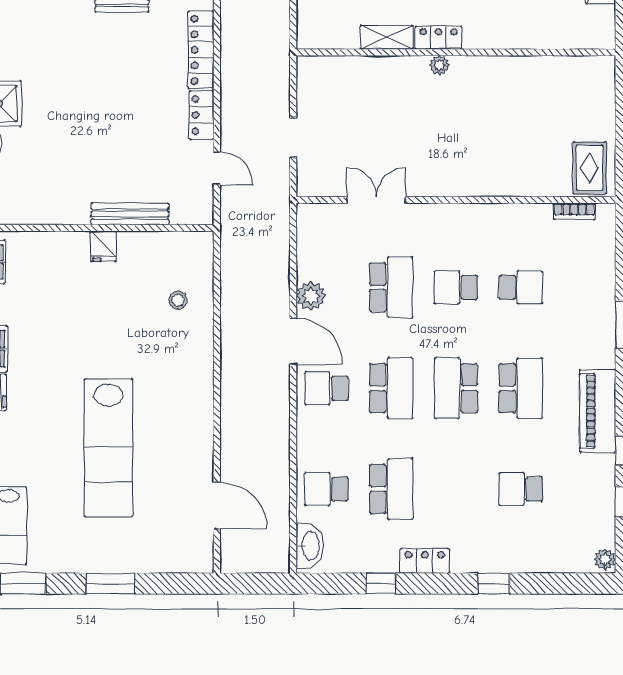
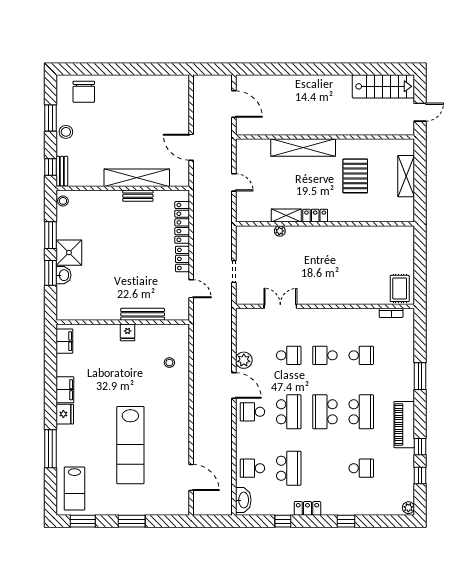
plant: (439, 65) -> (280, 231), moved
school desk: (391, 287) -> (289, 355), width x0.54
school desk: (521, 489) -> (361, 468), turned 180

